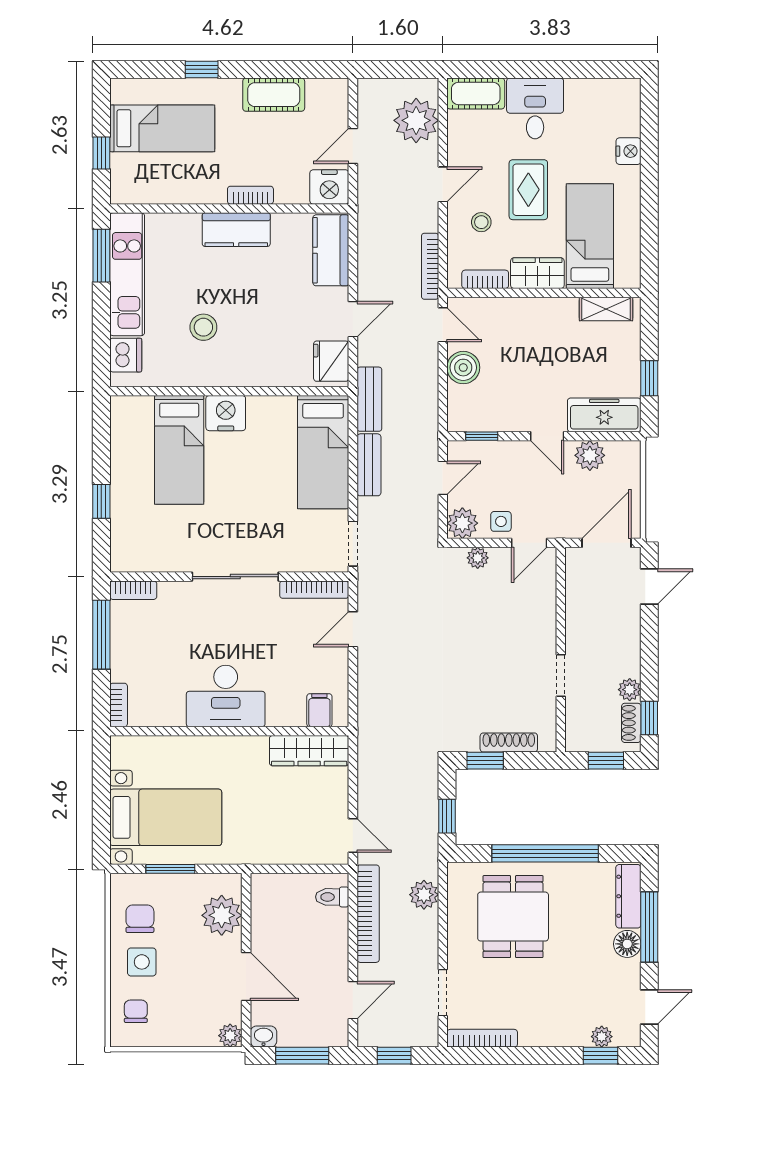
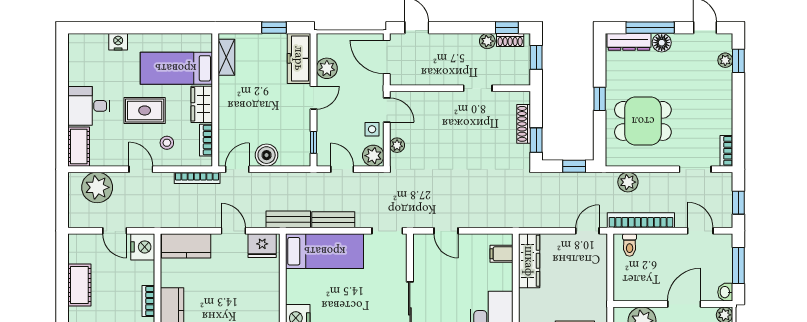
bookcase: (314, 590) -> (419, 257), removed
window: (545, 853) -> (600, 99), width x0.32
bookcase: (482, 1038) -> (726, 151), width x0.64

